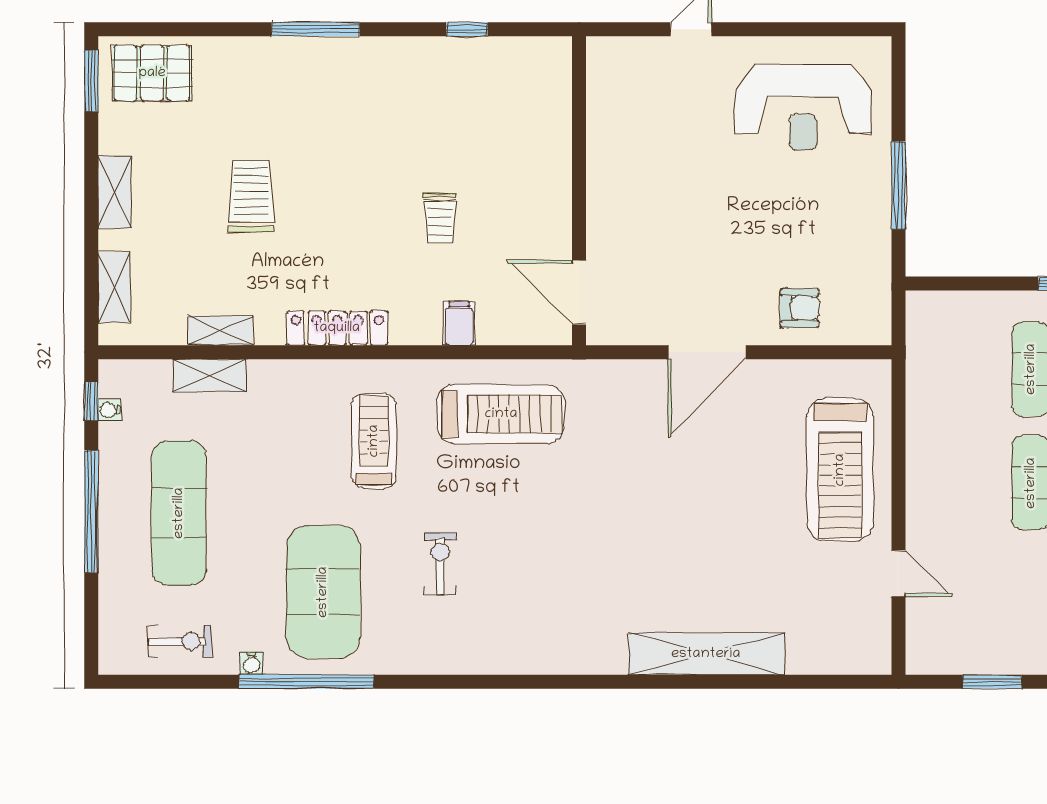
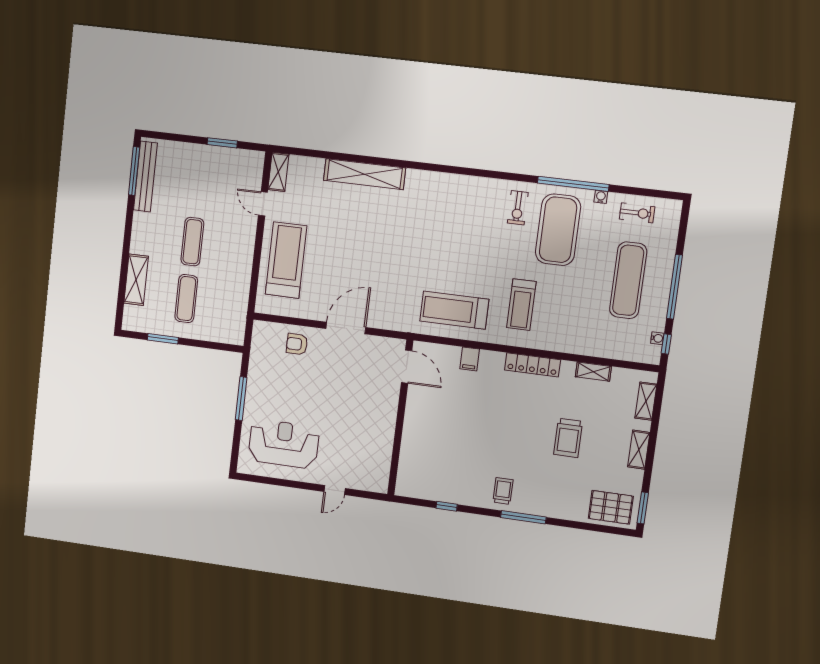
trolley: (440, 218) -> (503, 491), moved
shelving: (210, 376) -> (278, 172), moved, turned 90
exercise bike: (440, 563) -> (518, 208), moved
exercise bike: (180, 641) -> (637, 213), turned 180

